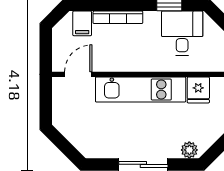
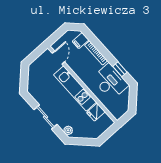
desk: (182, 33) -> (110, 82), width x1.37
door: (78, 74) -> (58, 58), hinge flipped

